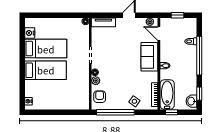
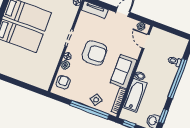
window: (178, 15) -> (171, 30), removed
sofa: (149, 57) -> (124, 72), moved
armchair: (118, 61) -> (95, 53), added
bathtub: (167, 95) -> (135, 95), moved
window: (115, 112) -> (90, 110), moved

